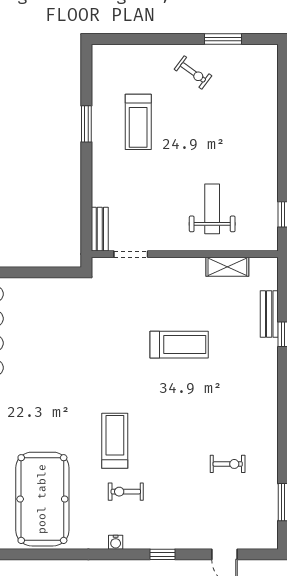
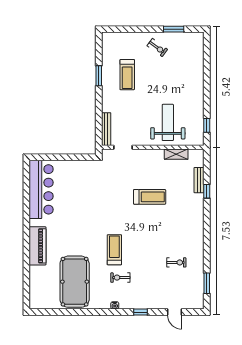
weight bench: (212, 209) -> (168, 122), width x1.36, depth x1.33
bench: (100, 229) -> (106, 129), width x1.36

